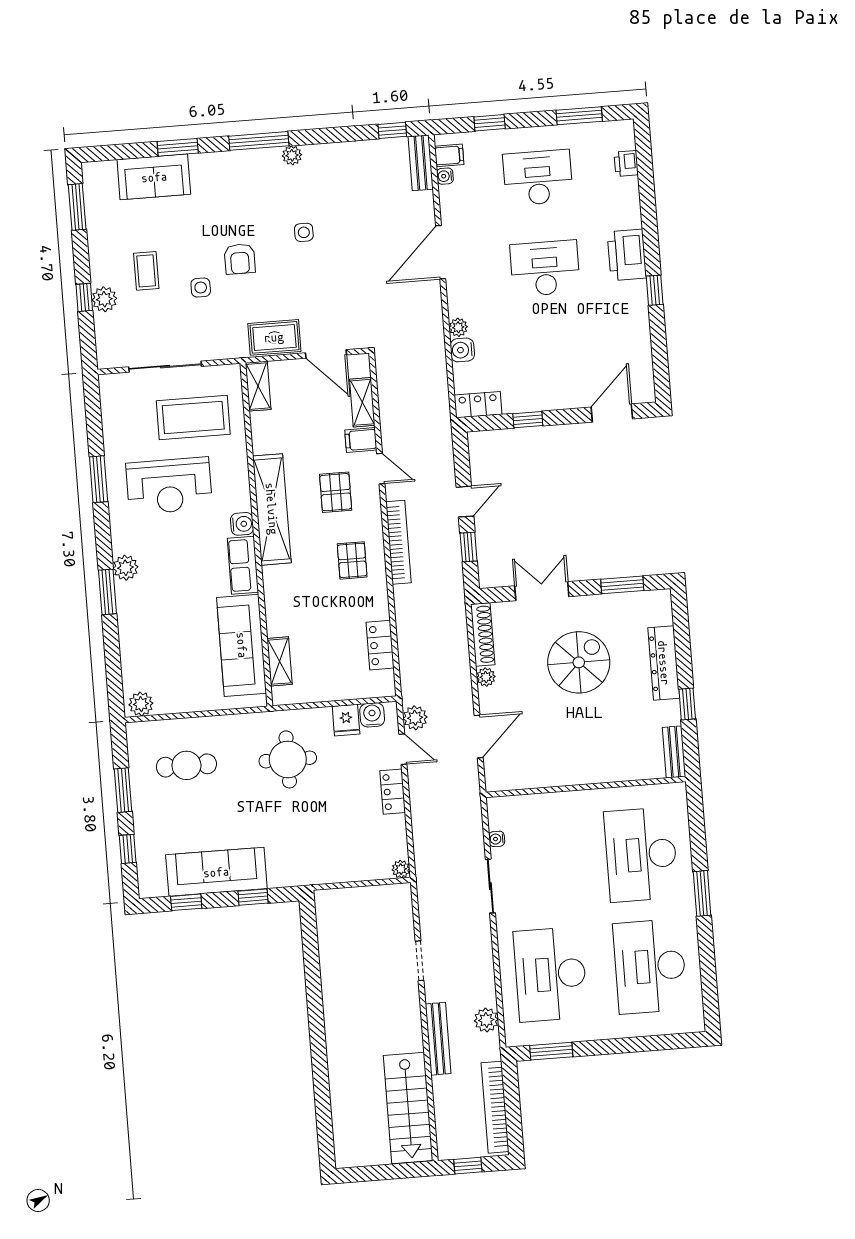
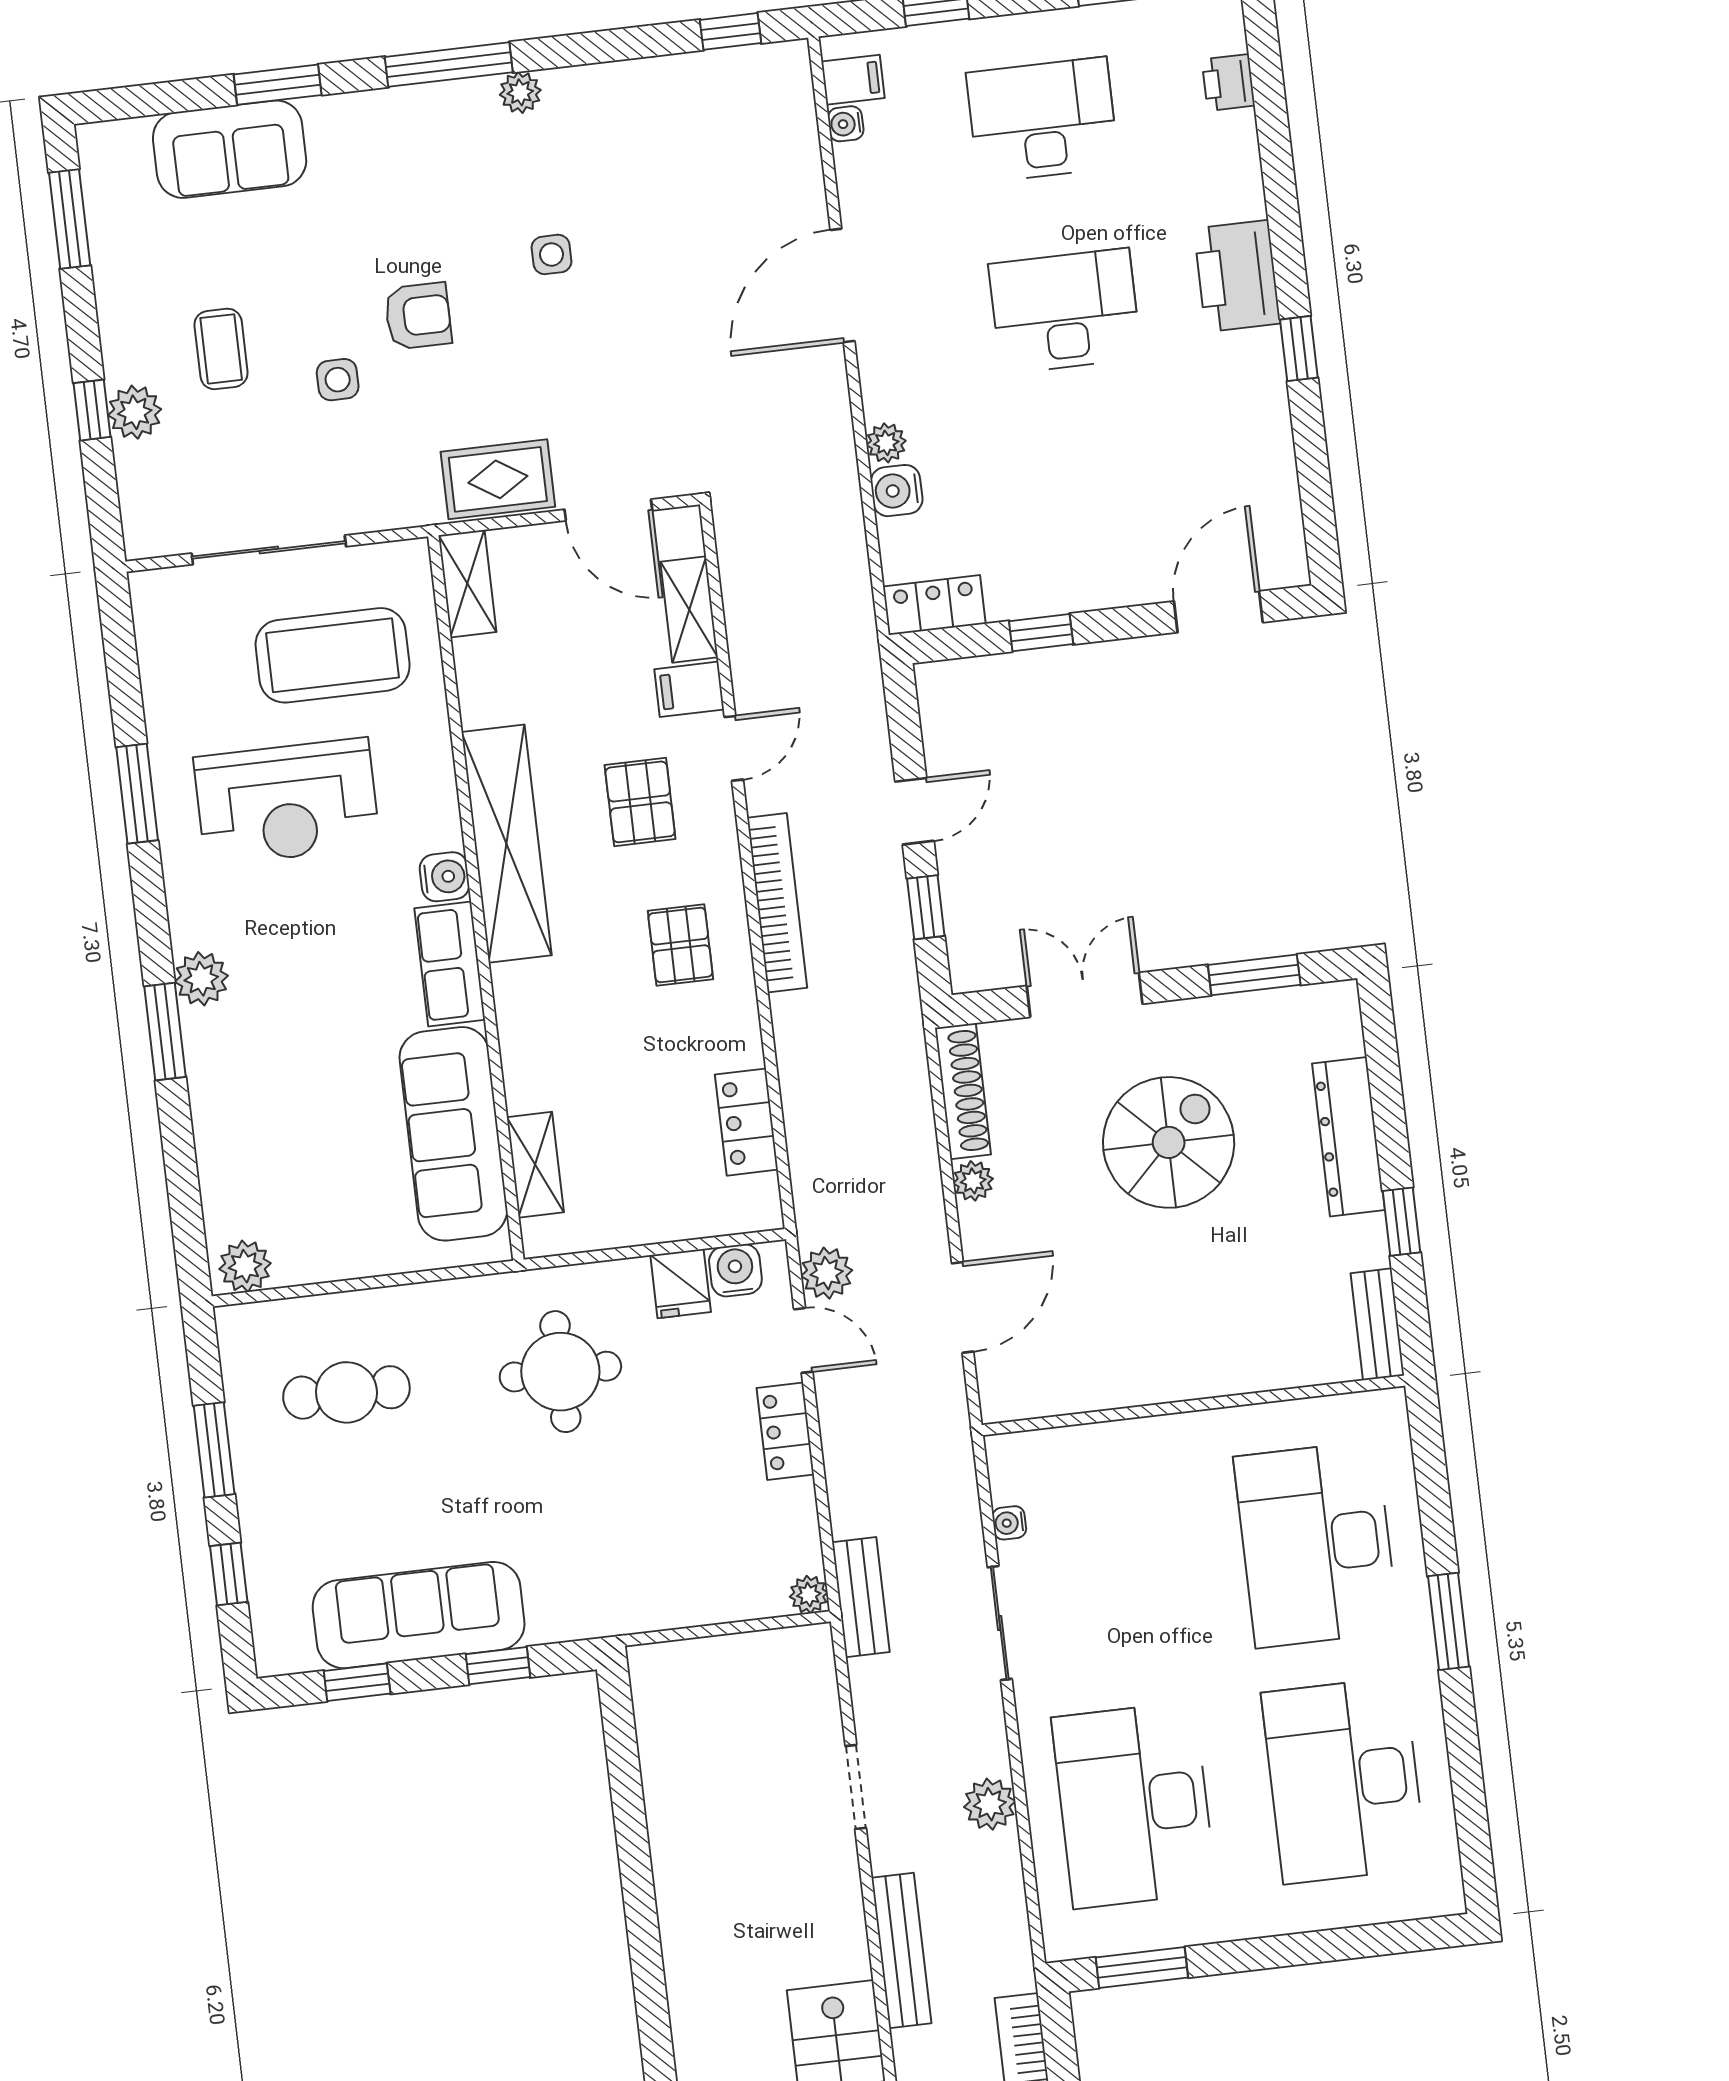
bench: (421, 163) -> (861, 1597), moved
armchair: (240, 259) -> (418, 316), turned -90
door: (381, 469) -> (734, 748), hinge flipped
plant: (486, 1020) -> (990, 1804), moved

